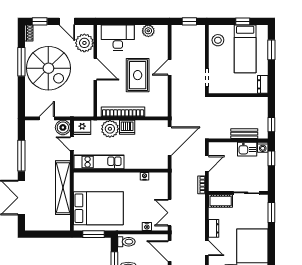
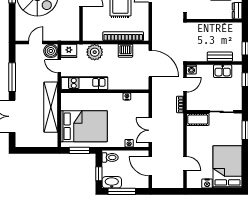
bookcase: (123, 112) -> (123, 36), moved
dishwasher: (127, 127) -> (125, 51), moved
door: (170, 141) -> (150, 64), hinge flipped
washing machine: (263, 147) -> (191, 69), moved
dresser: (214, 228) -> (191, 145), removed

